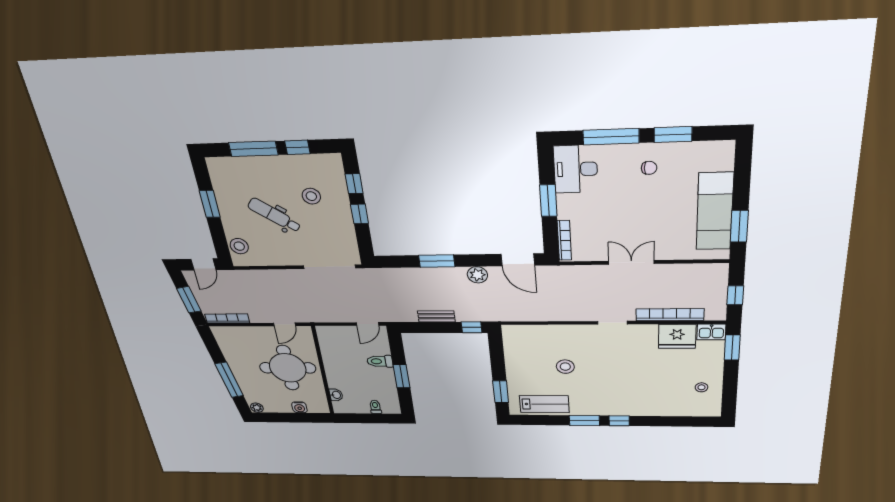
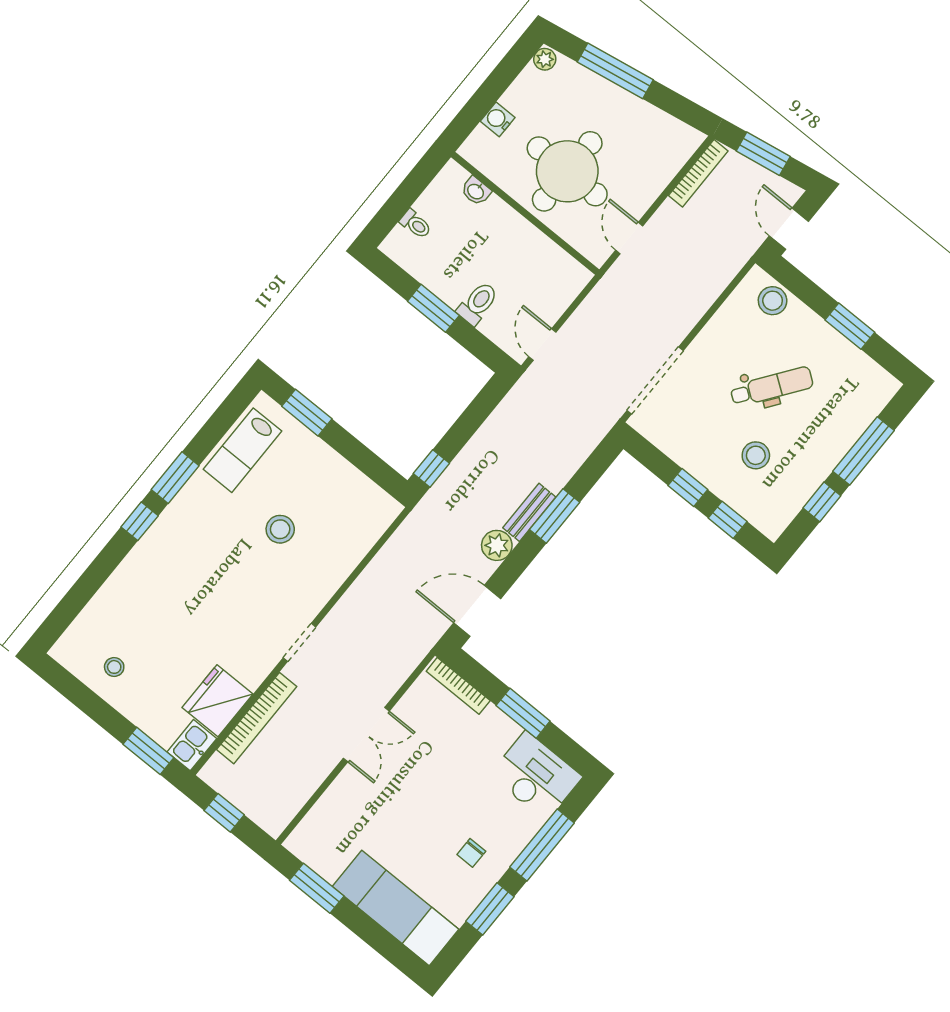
exam couch: (715, 212) -> (396, 908), moved
bench: (436, 316) -> (529, 512), moved

